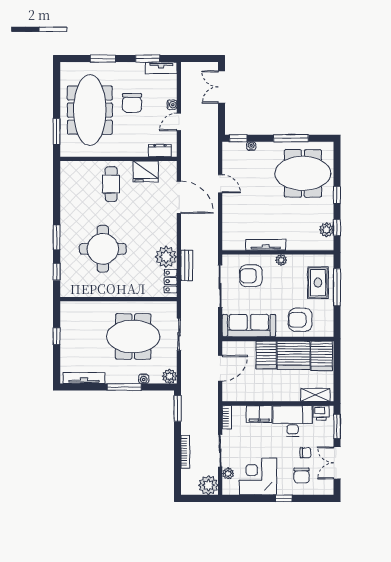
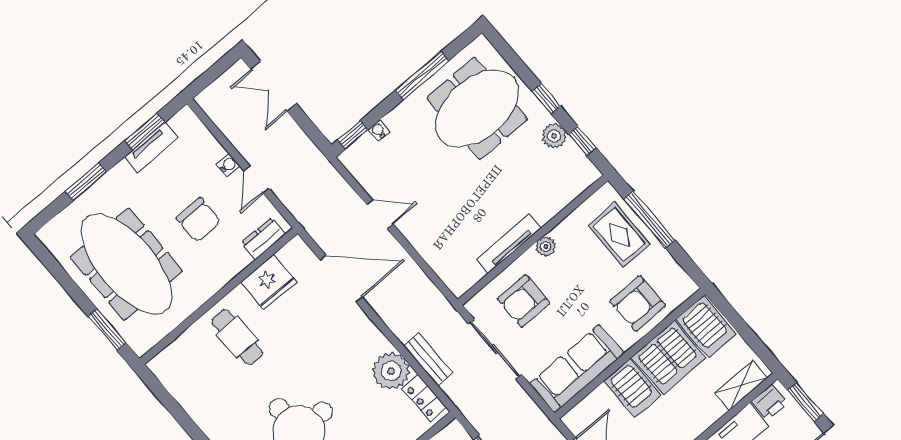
tv unit: (161, 68) -> (151, 148), moved
chair: (132, 103) -> (198, 220), moved
plant: (326, 230) -> (554, 136), moved

